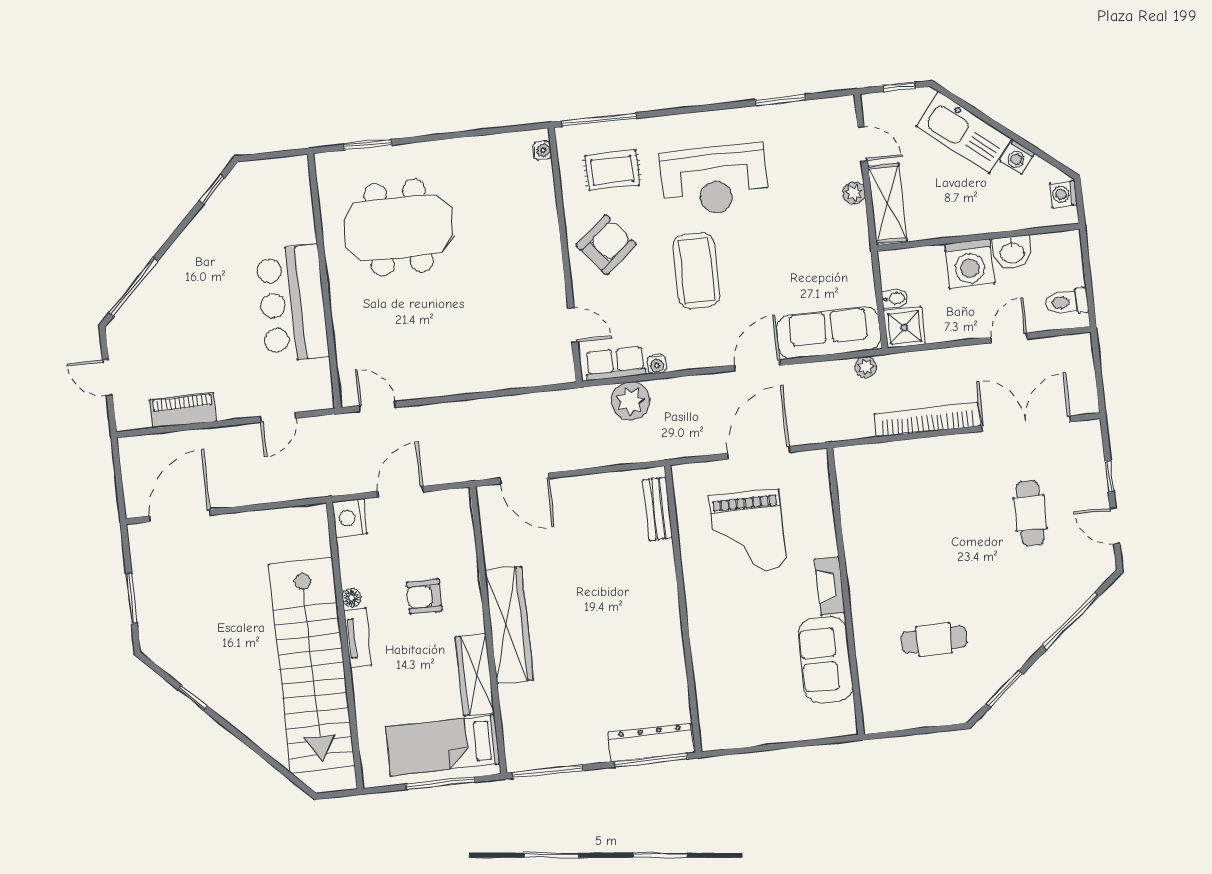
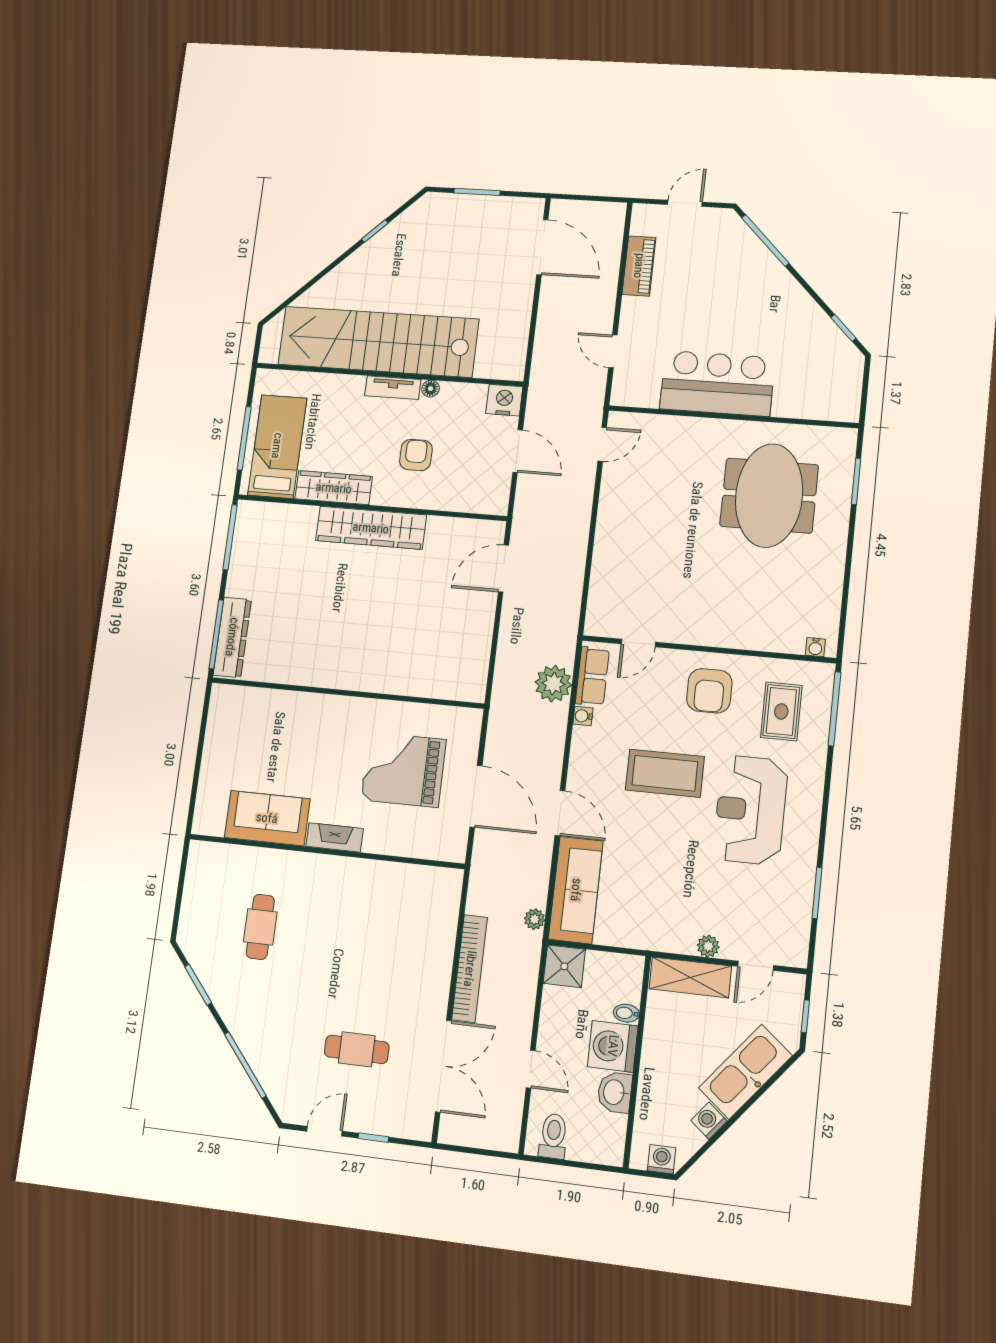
armchair: (606, 245) -> (709, 691), turned 40
bidet: (895, 298) -> (626, 1013), moved, turned 90
bench: (658, 509) -> (445, 688), removed

